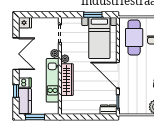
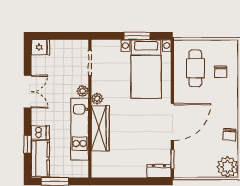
cafe table: (134, 37) -> (195, 68), width x0.73, depth x0.74
double door: (16, 54) -> (28, 92), width x0.73
door: (118, 75) -> (172, 122), swing flipped

